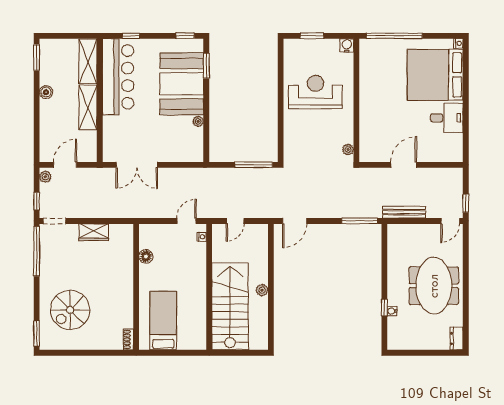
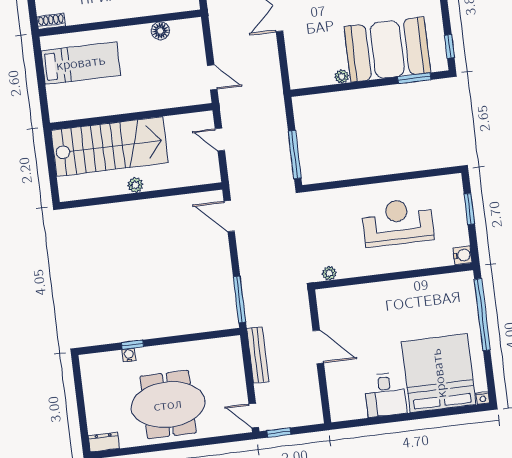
reception desk: (315, 92) -> (398, 222), turned -90
nightstand: (202, 237) -> (194, 99), removed

